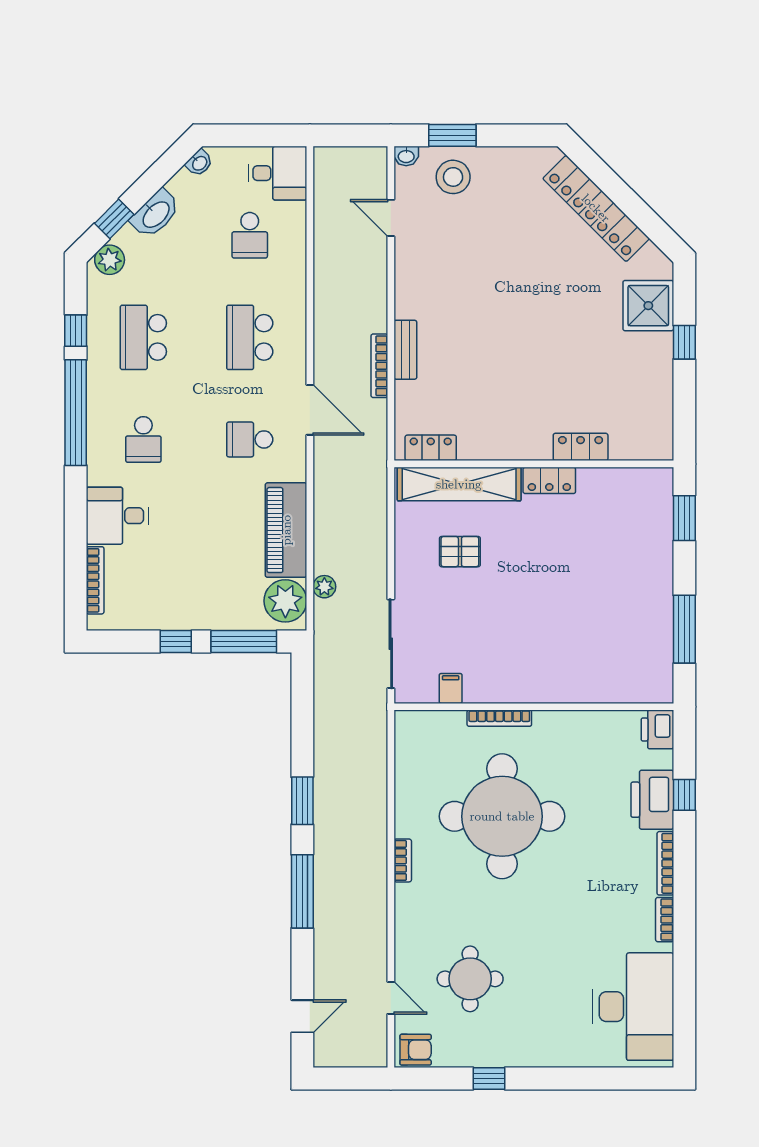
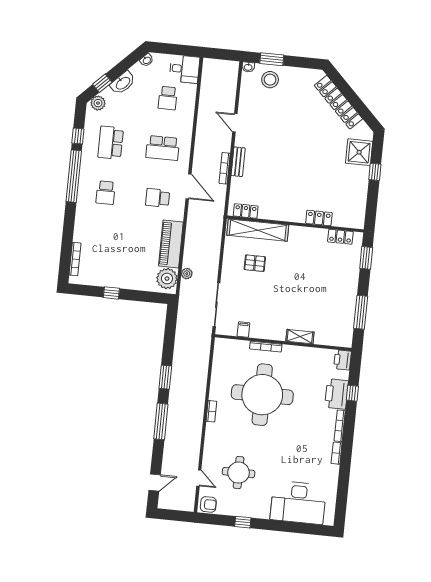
door: (391, 218) -> (235, 123), moved
school desk: (250, 337) -> (163, 148), turned -90
locker: (549, 480) -> (340, 237), moved
desk: (117, 516) -> (89, 229), removed
window: (244, 641) -> (145, 296), removed
shelving: (566, 691) -> (300, 337), added
desk: (633, 1007) -> (298, 503), moved, turned 90

